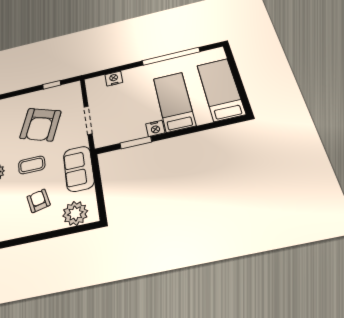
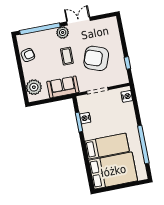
nightstand: (114, 79) -> (127, 96), moved
bed: (221, 89) -> (113, 171), width x1.50
nightstand: (155, 128) -> (85, 118), moved
armchair: (38, 201) -> (28, 55), moved

